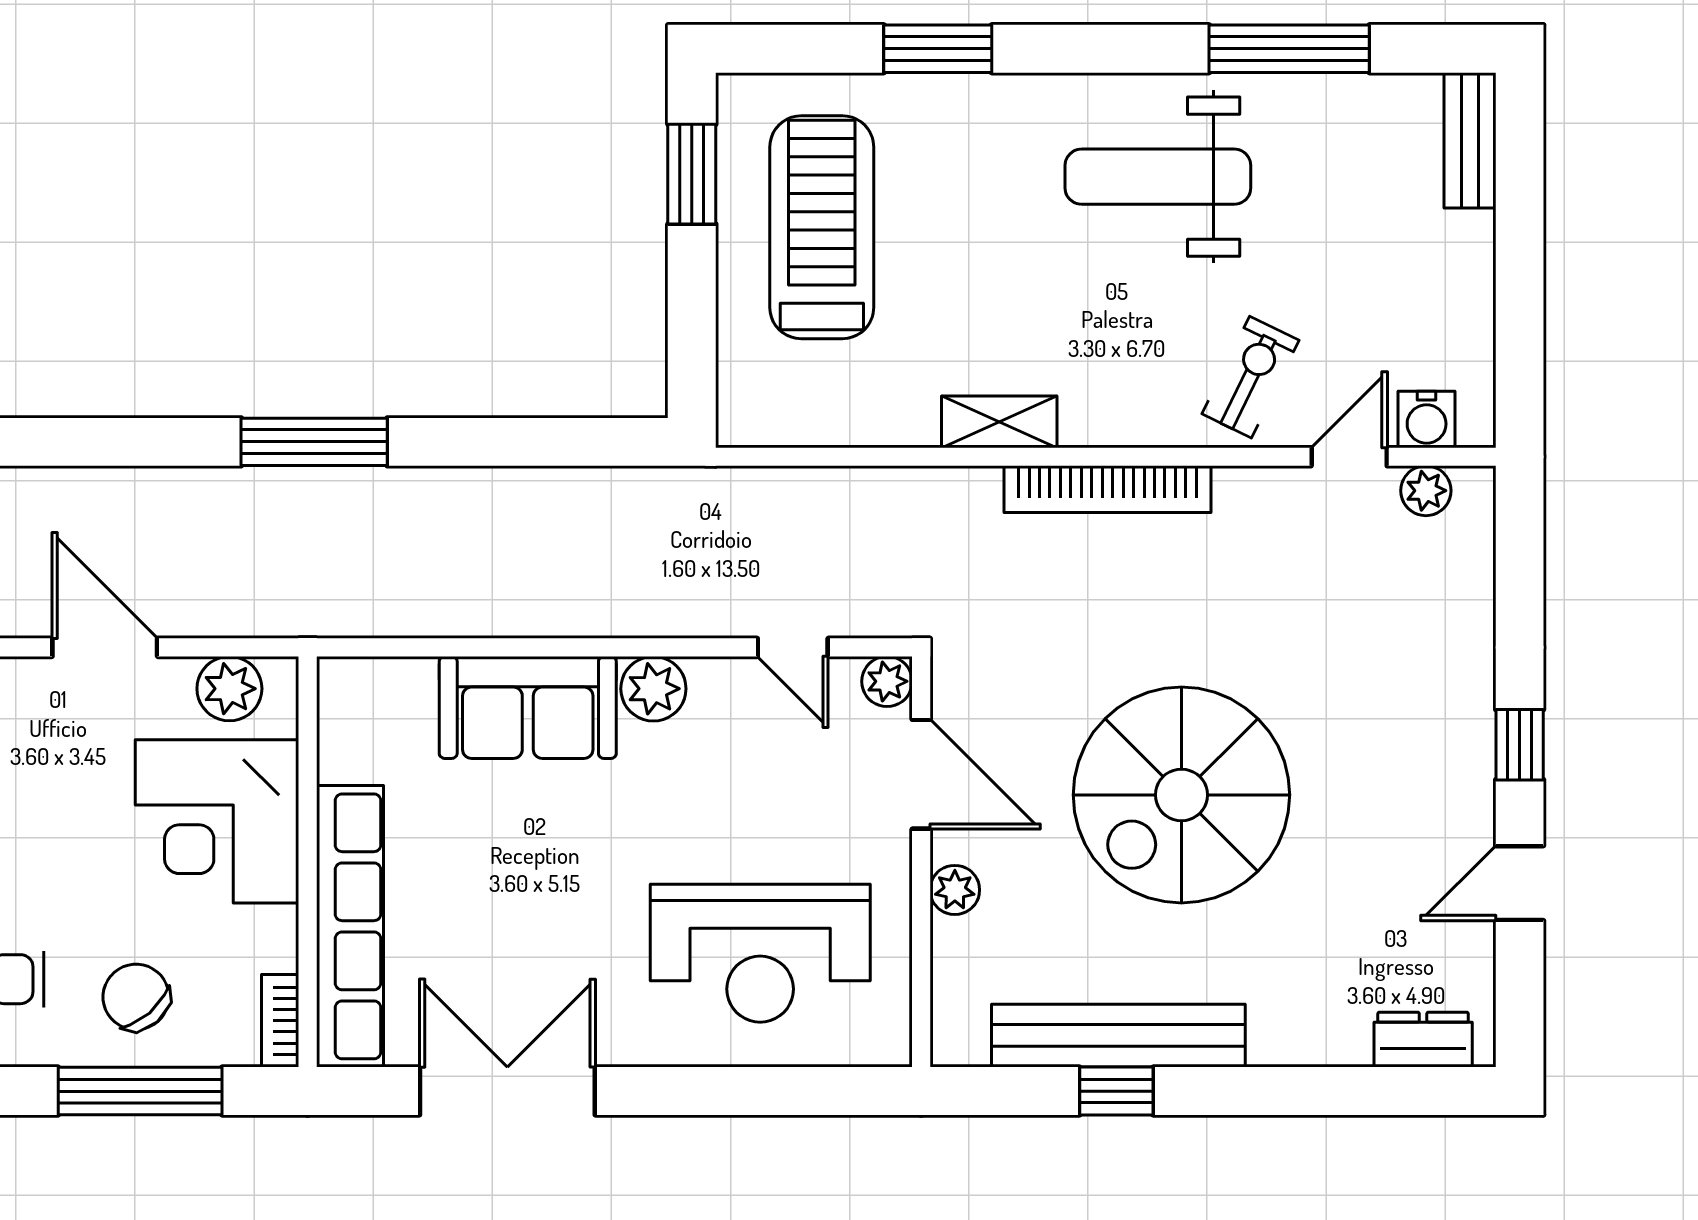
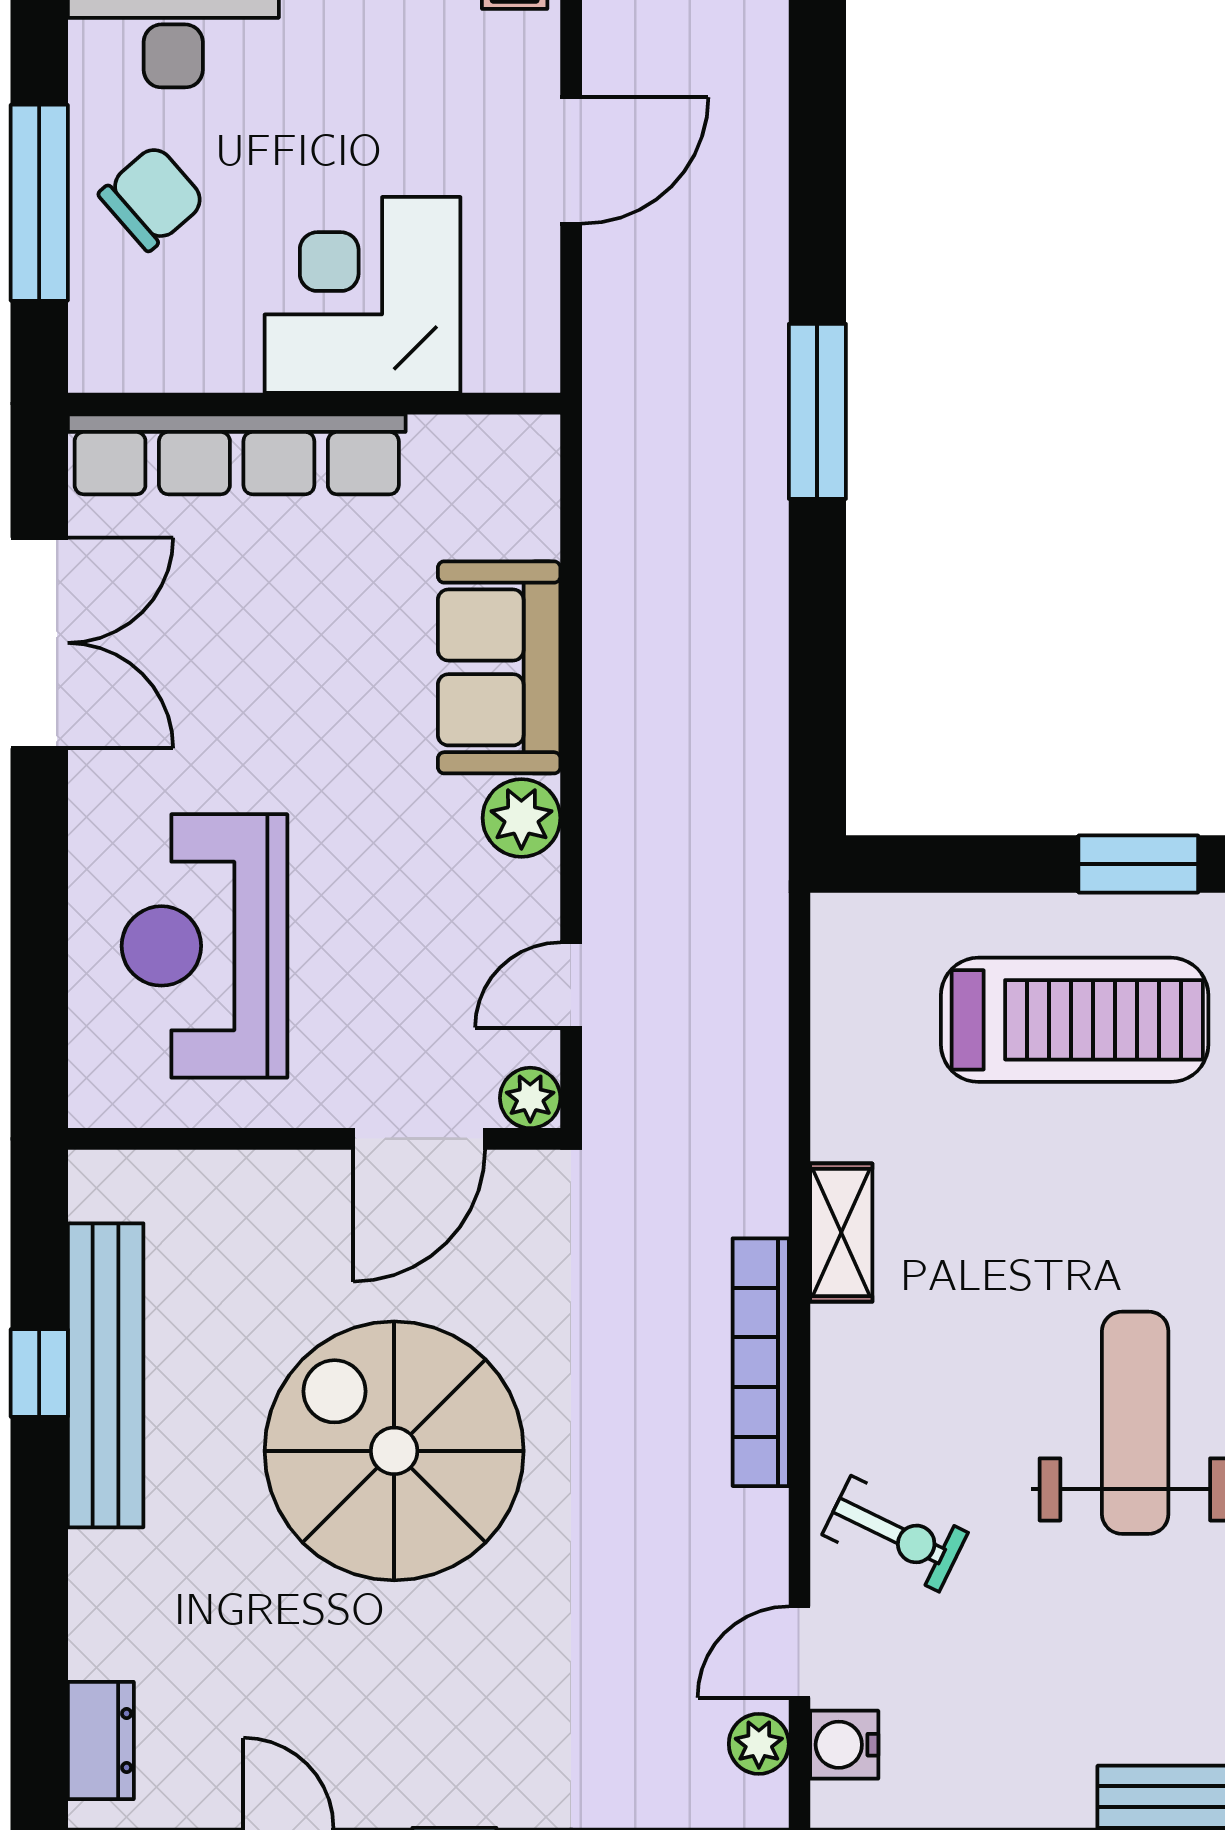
door: (1349, 457) -> (800, 1652), swing flipped
plant: (229, 689) -> (522, 310), removed
plant: (955, 890) -> (280, 1179), removed
bookcase: (280, 1021) -> (123, 371), removed

